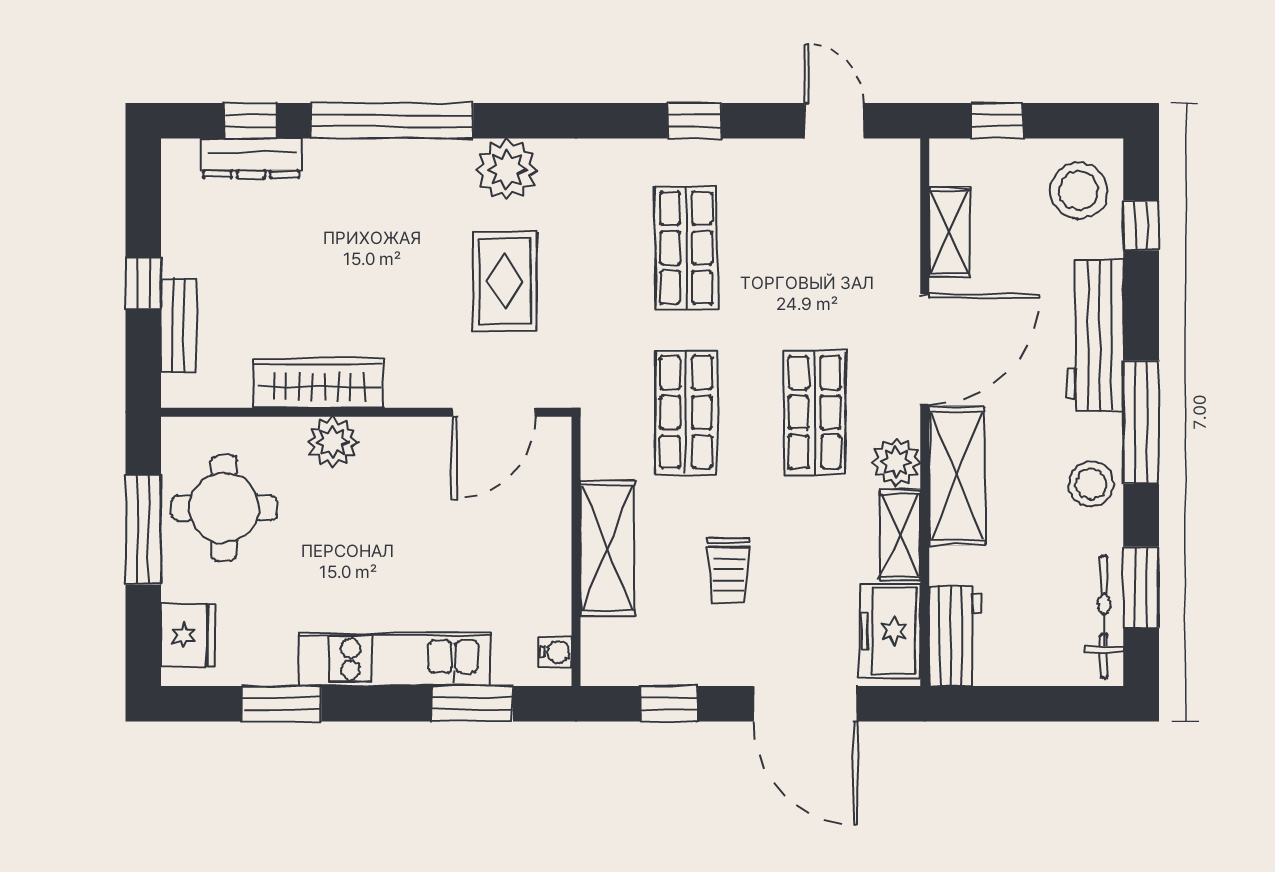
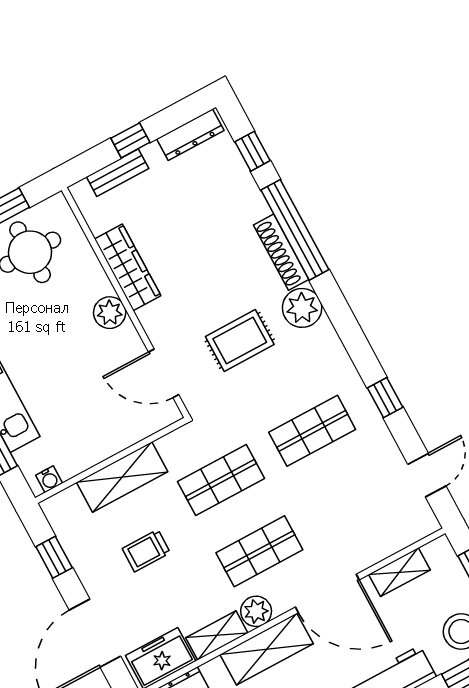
shoe rack: (413, 157) -> (281, 252), added
dresser: (251, 158) -> (190, 135), moved, turned -90
plant: (333, 442) -> (110, 313), moved

